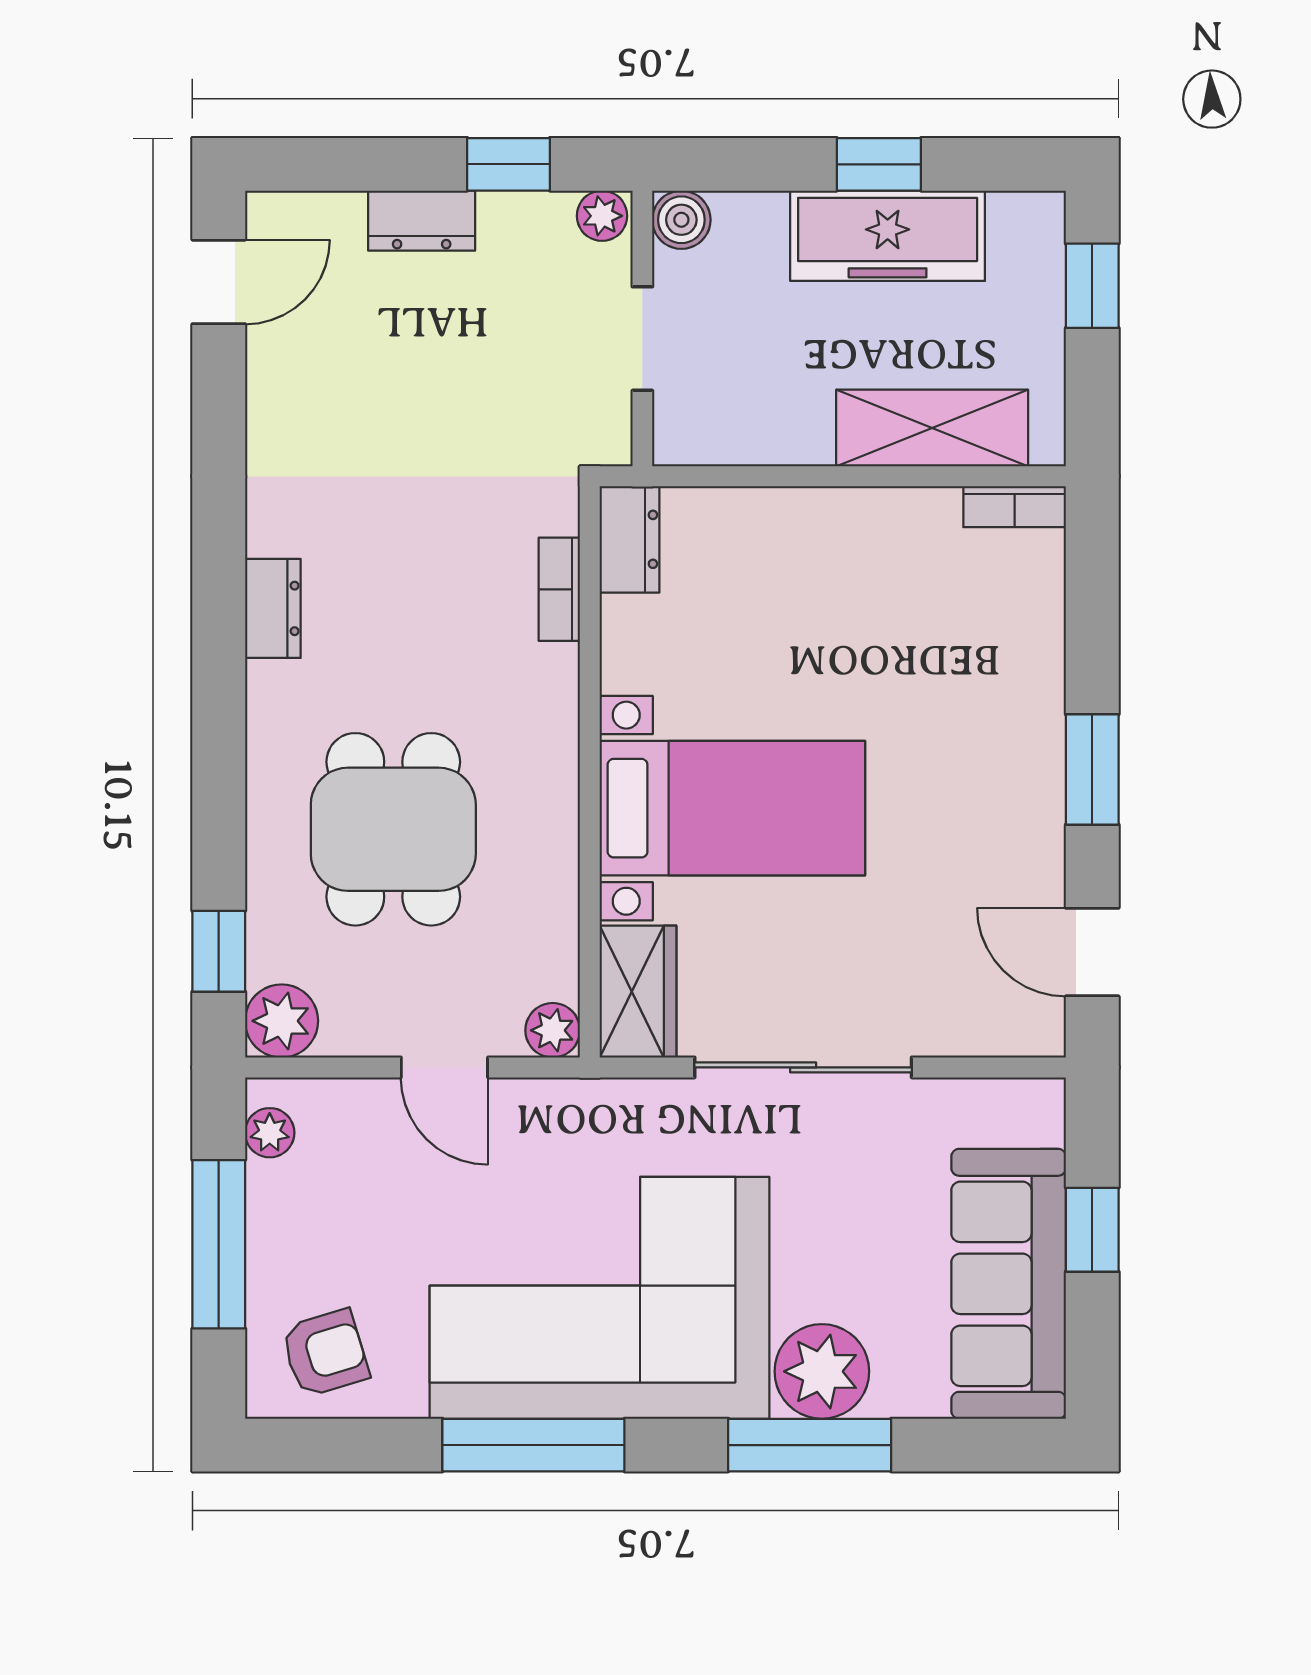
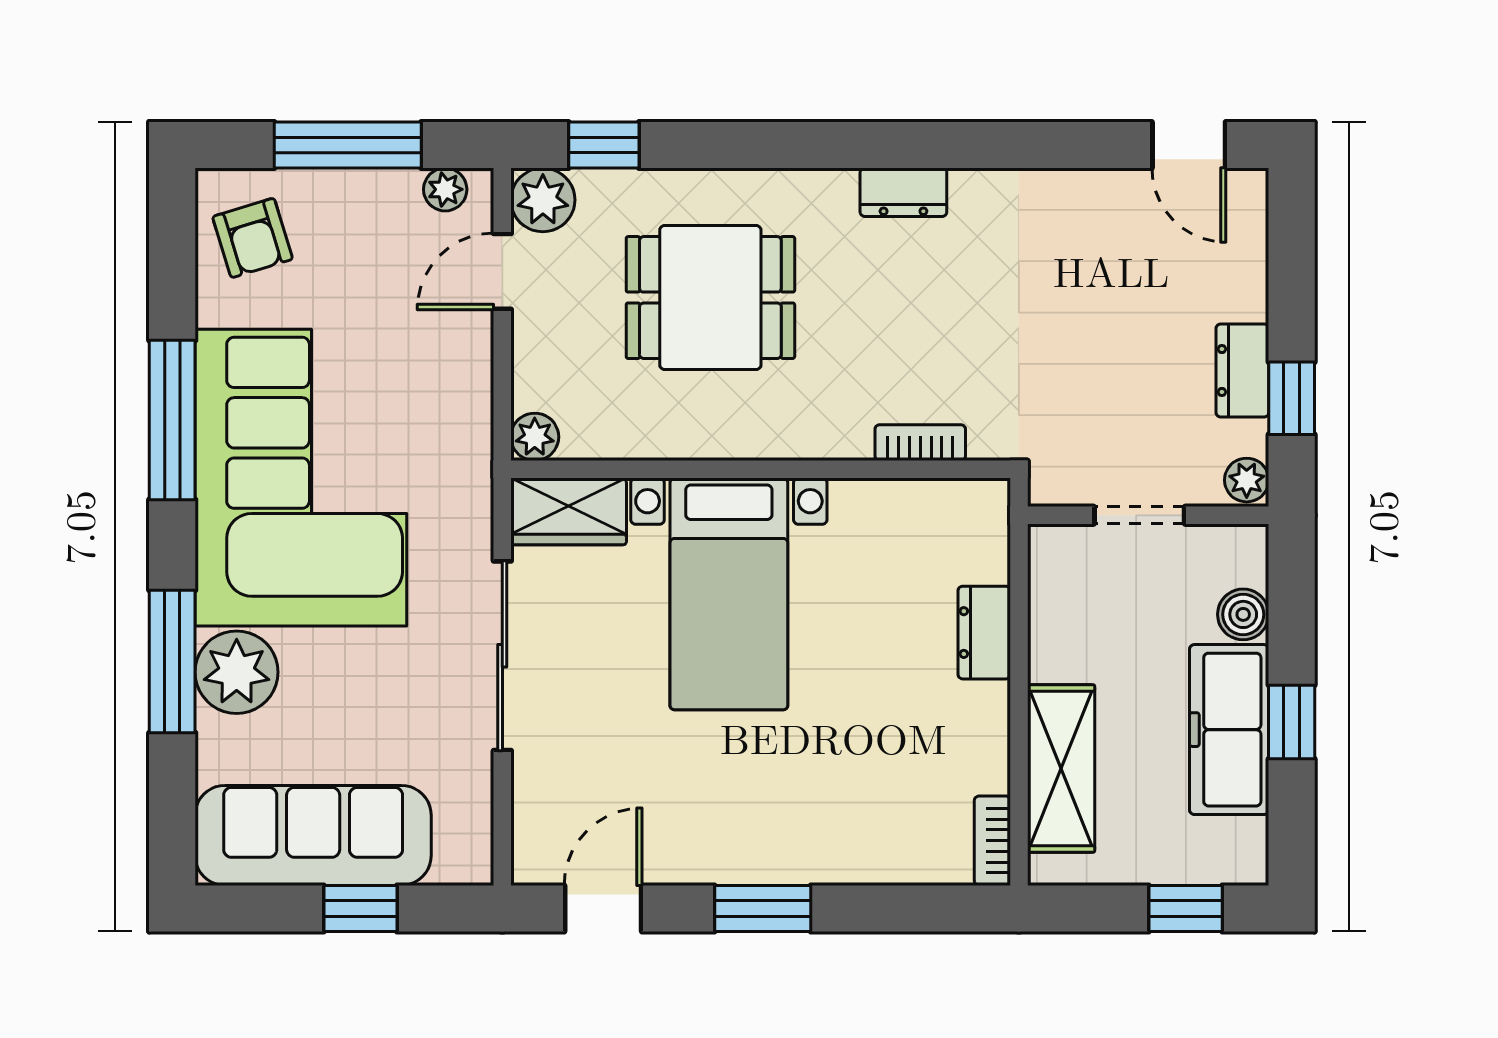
boiler: (681, 220) -> (1243, 614), moved
dresser: (422, 221) -> (1242, 371), moved
dresser: (630, 539) -> (984, 633), moved, turned 90
door: (444, 1067) -> (502, 271), moved

